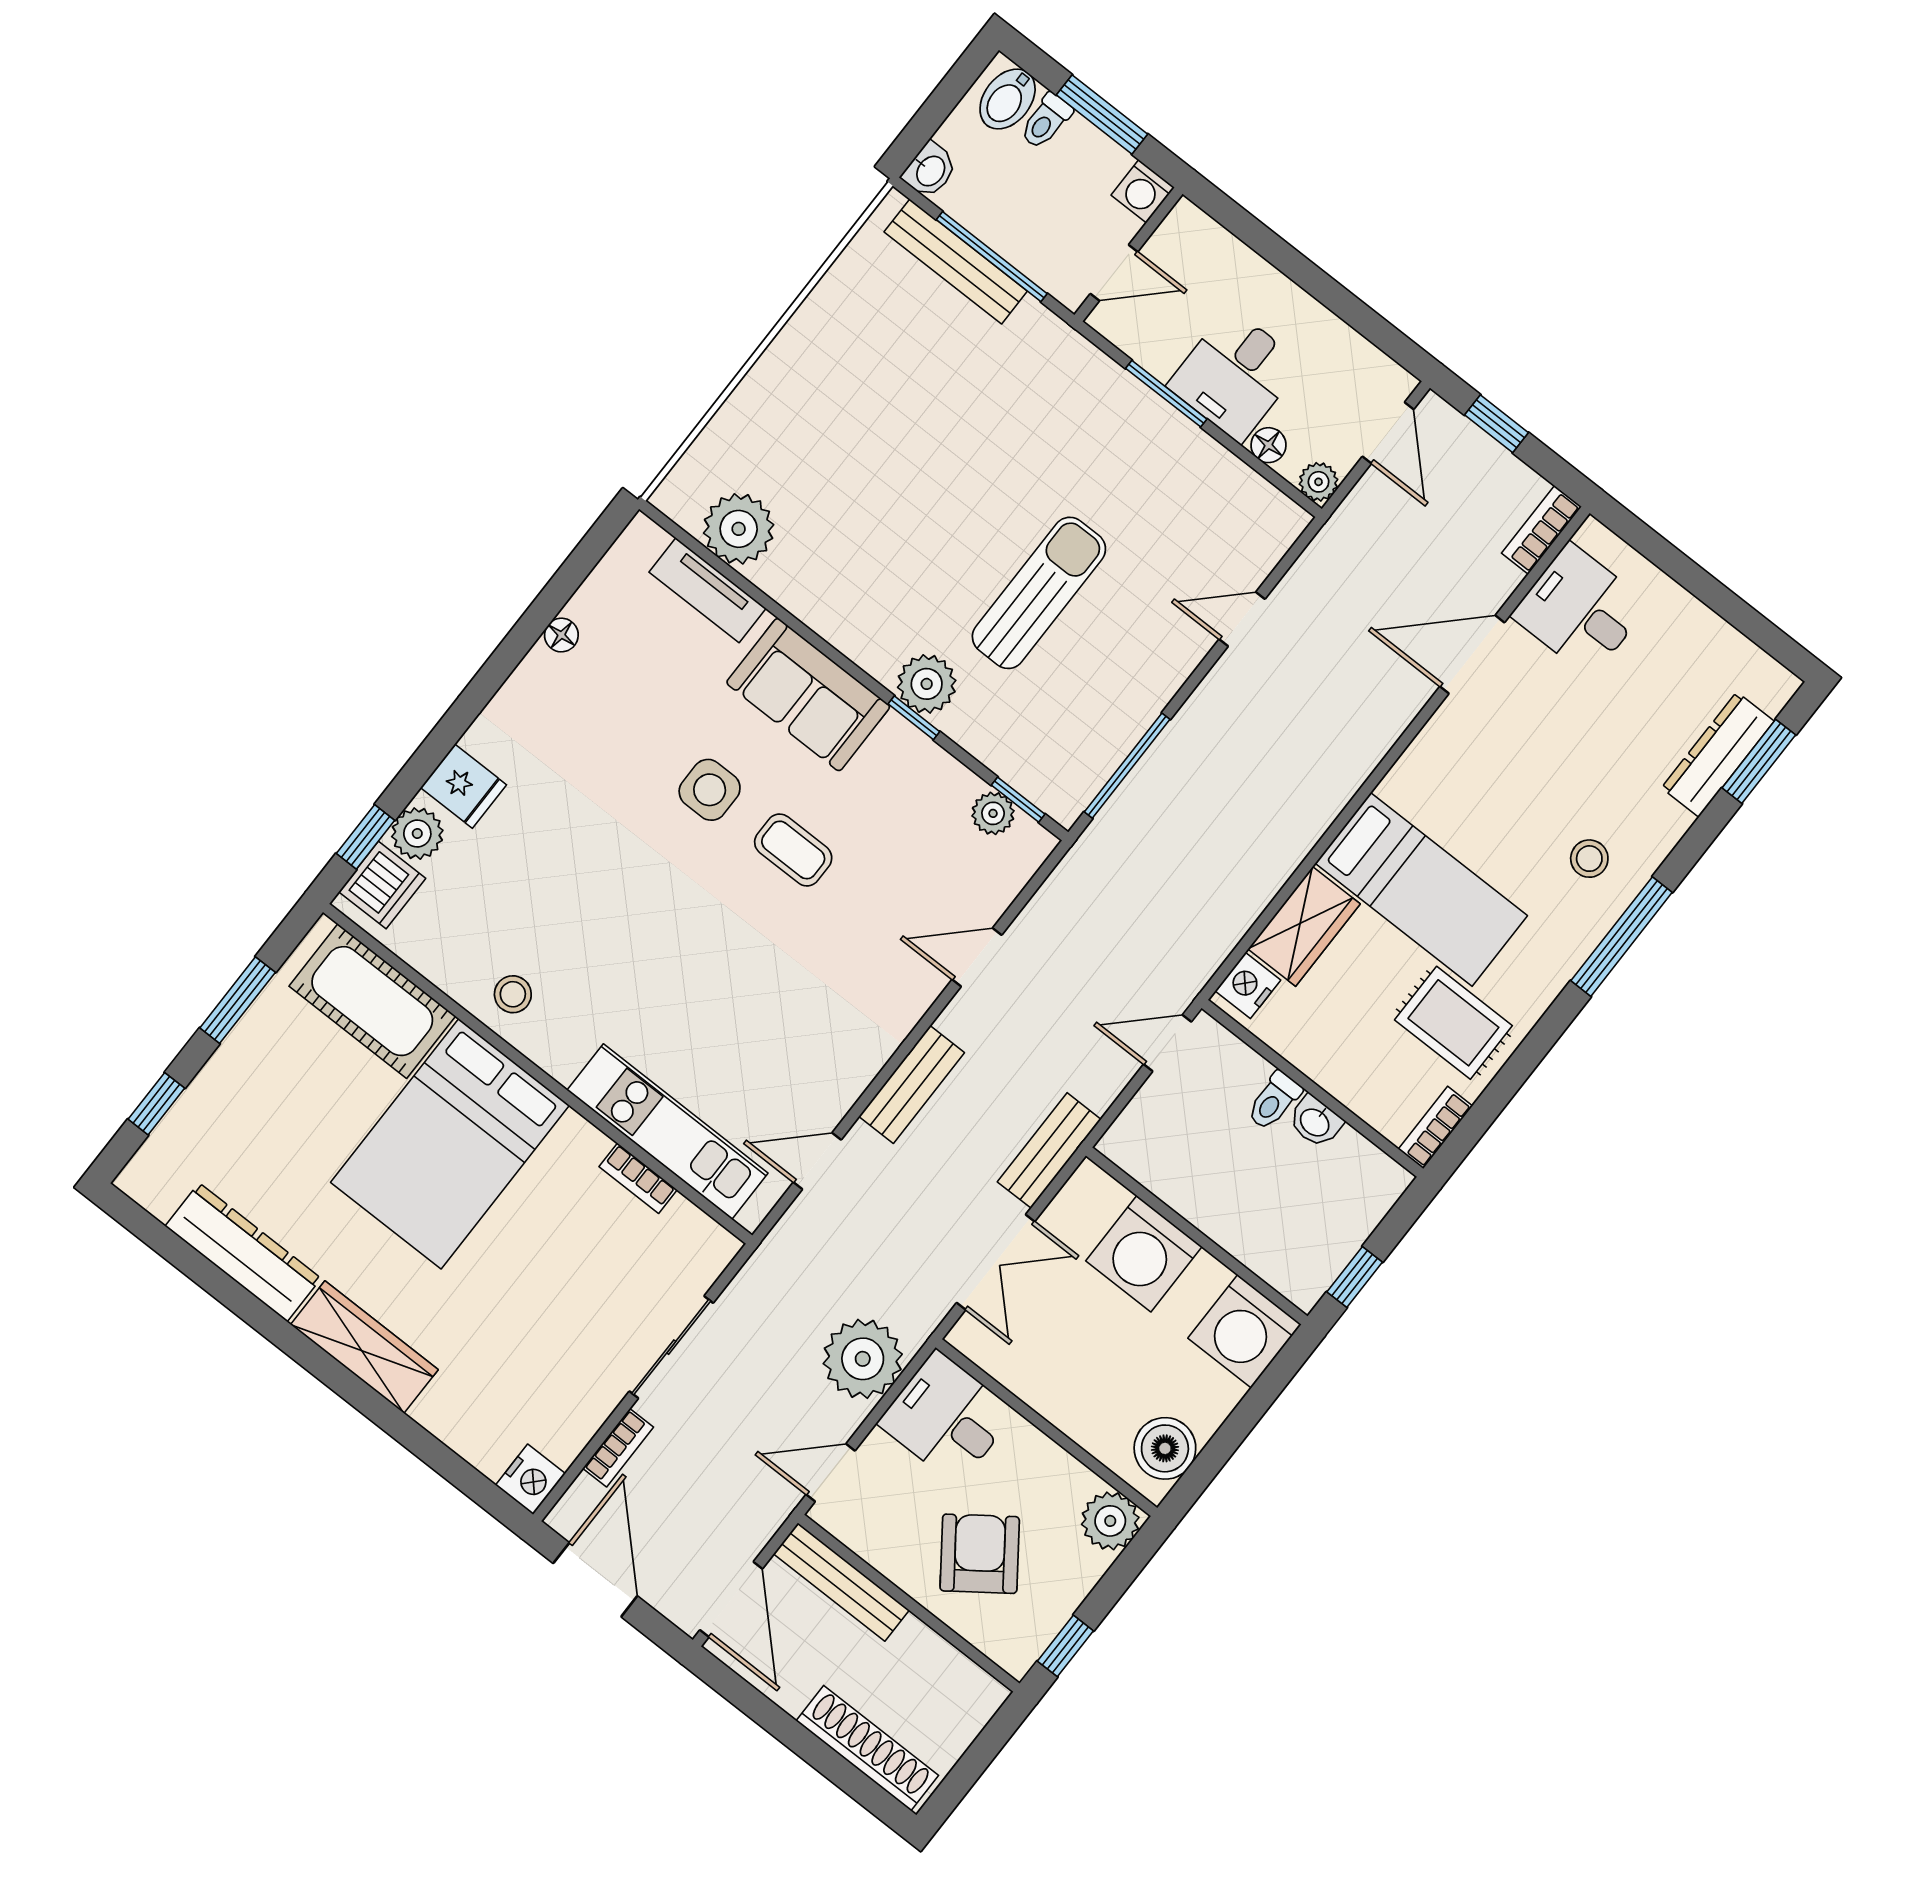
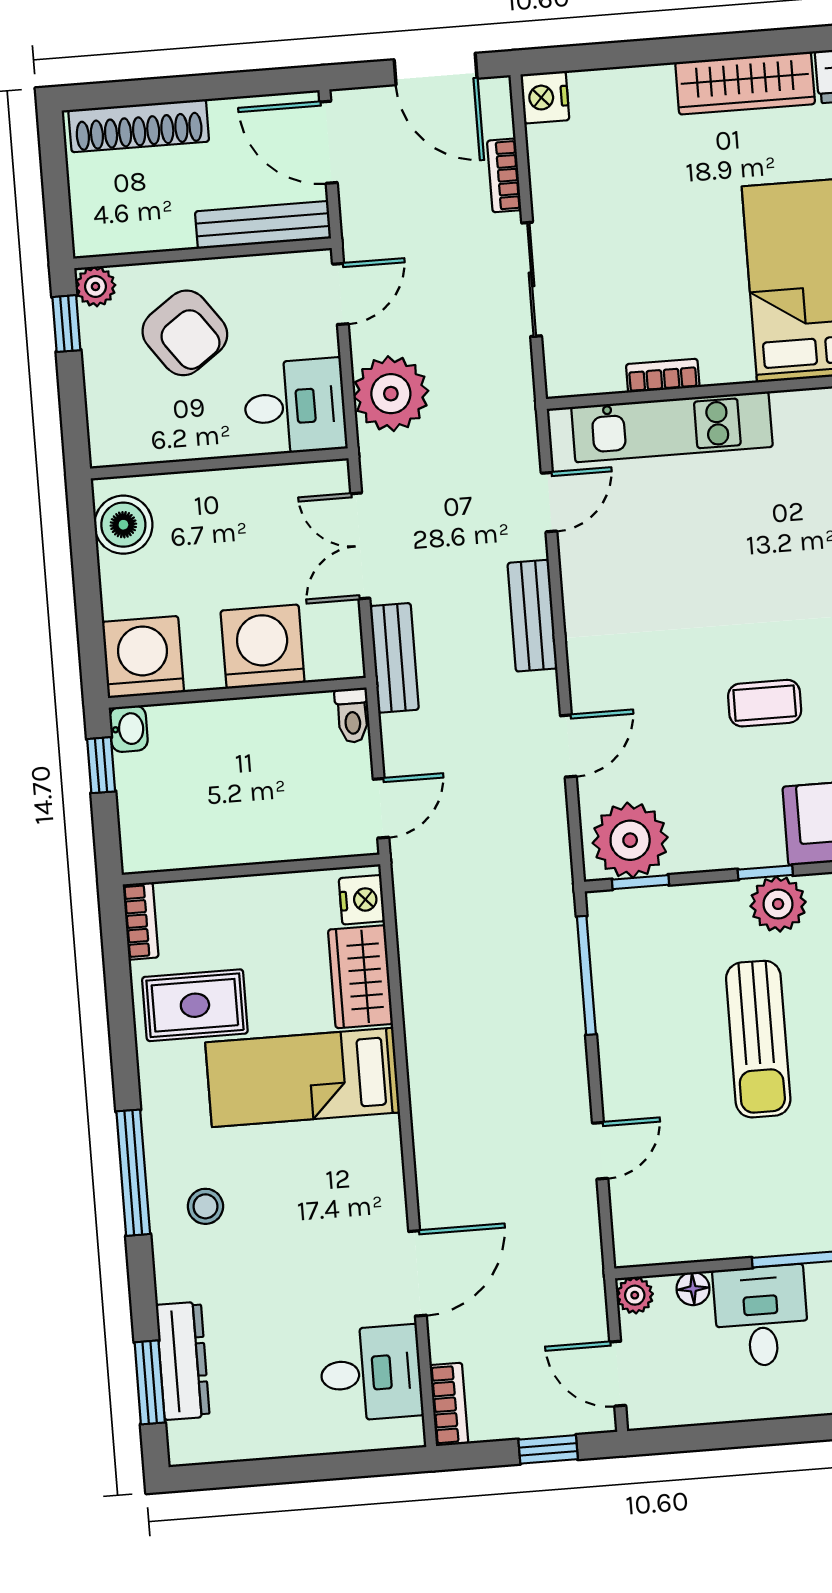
plant: (993, 813) -> (630, 840), width x1.88, depth x1.88
toilet: (1274, 1101) -> (352, 715), moved, turned 180
washbasin: (1315, 1122) -> (129, 729), moved, turned 90
plant: (1110, 1521) -> (95, 286), moved, width x0.73, depth x0.73

